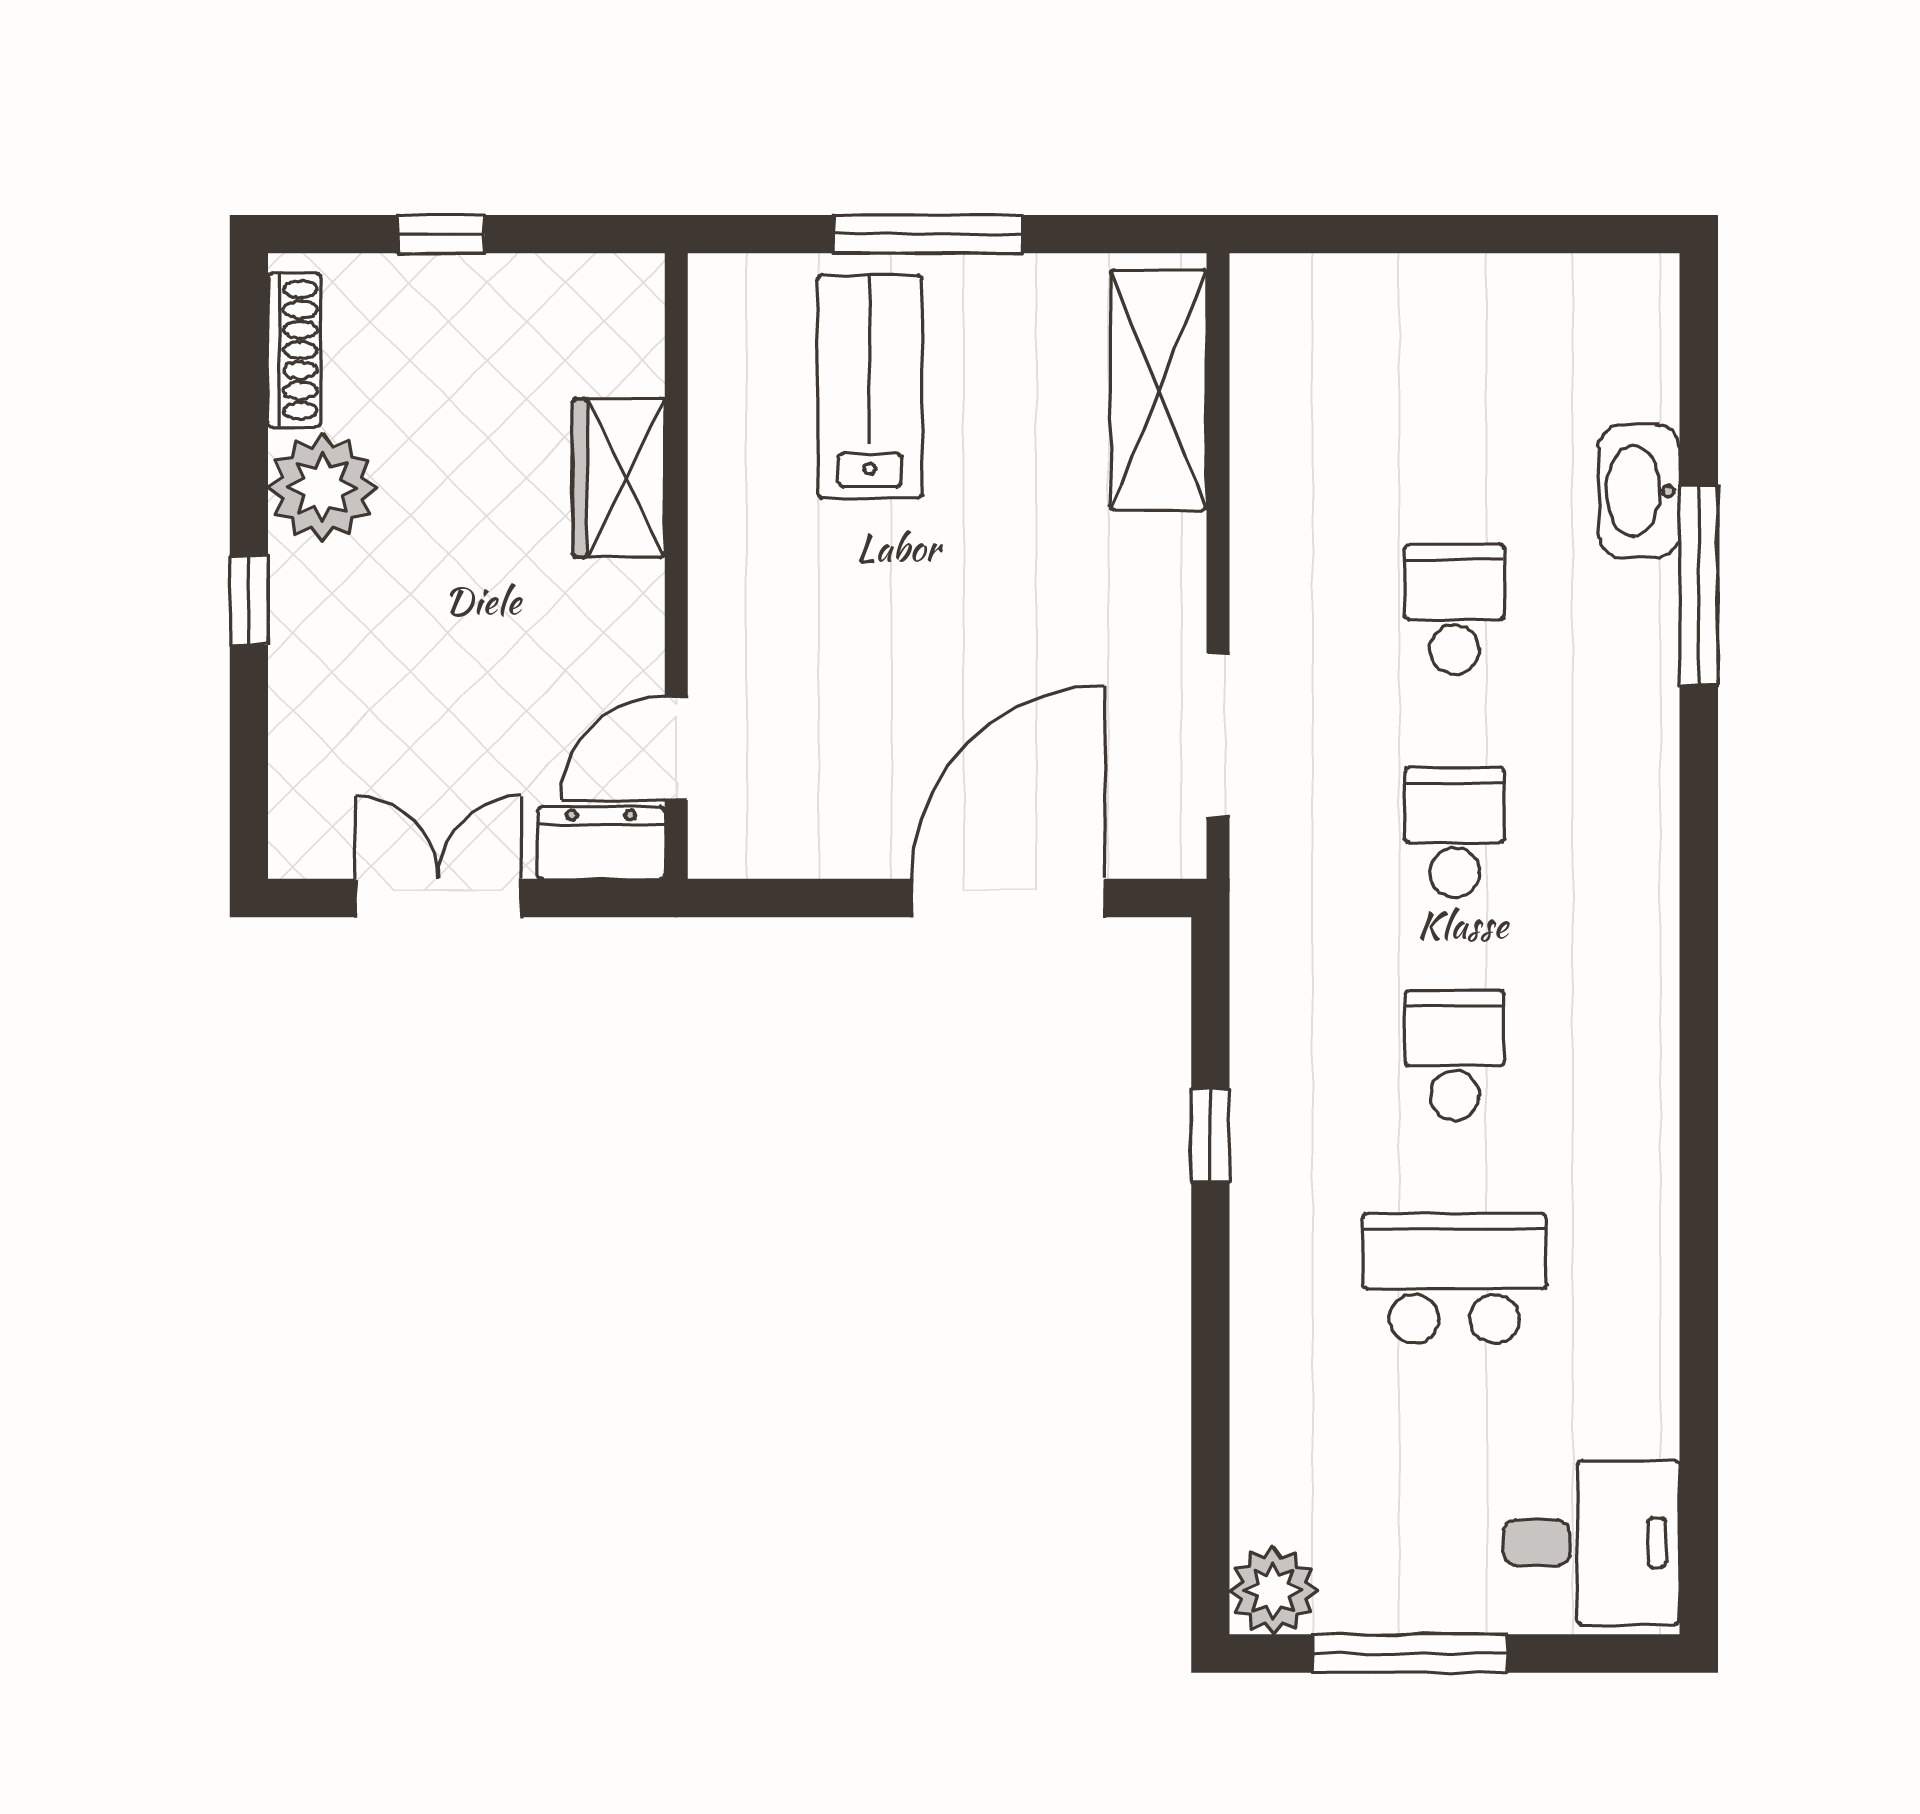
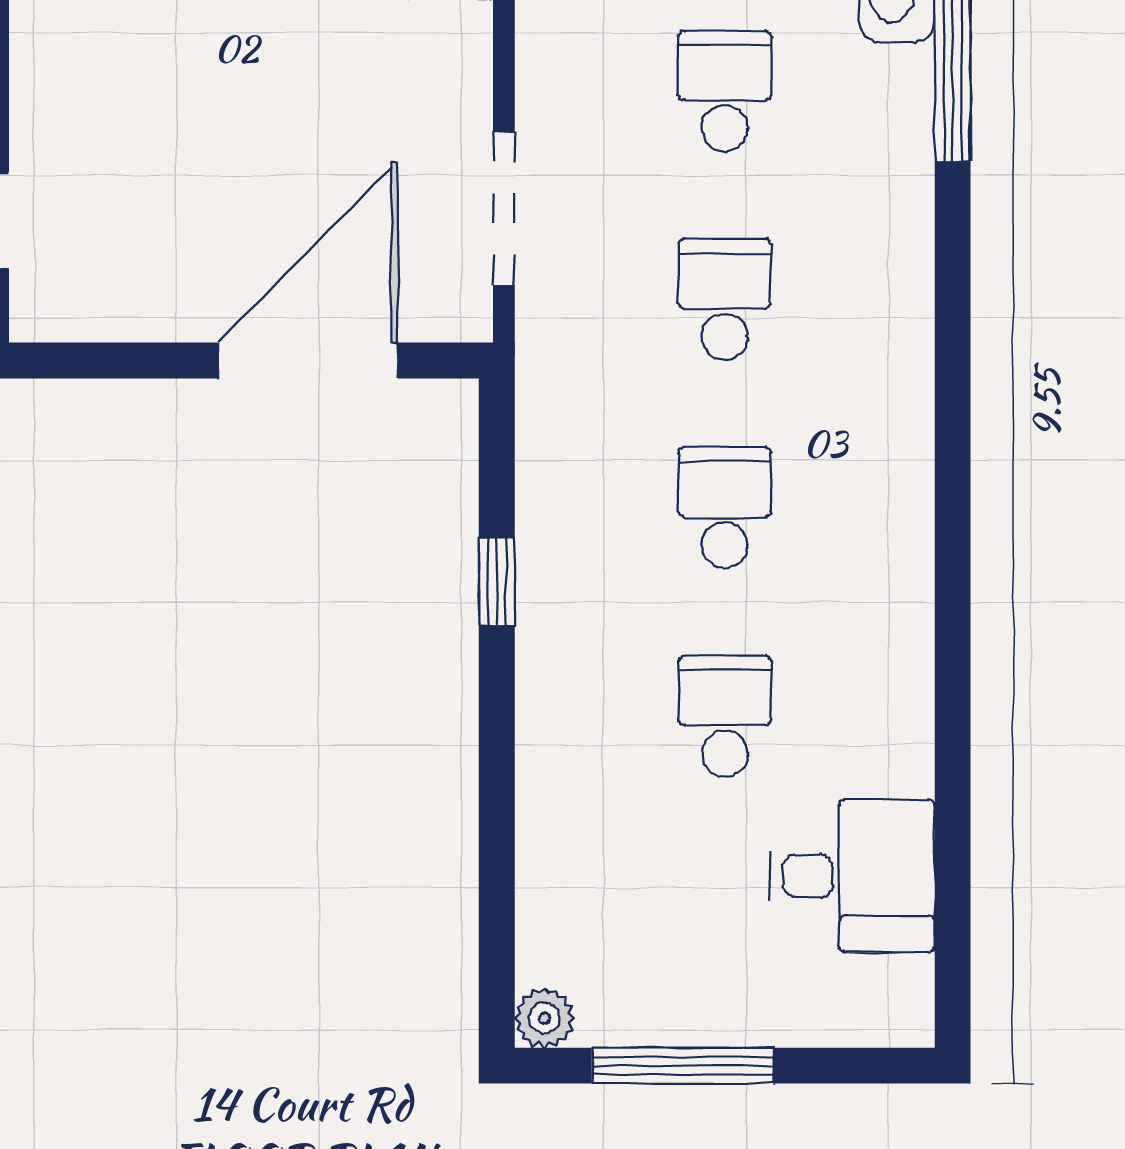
school desk: (1455, 1279) -> (725, 716), width x0.54
desk: (1591, 1543) -> (852, 876), moved
plant: (1273, 1591) -> (544, 1018), width x0.73, depth x0.73

